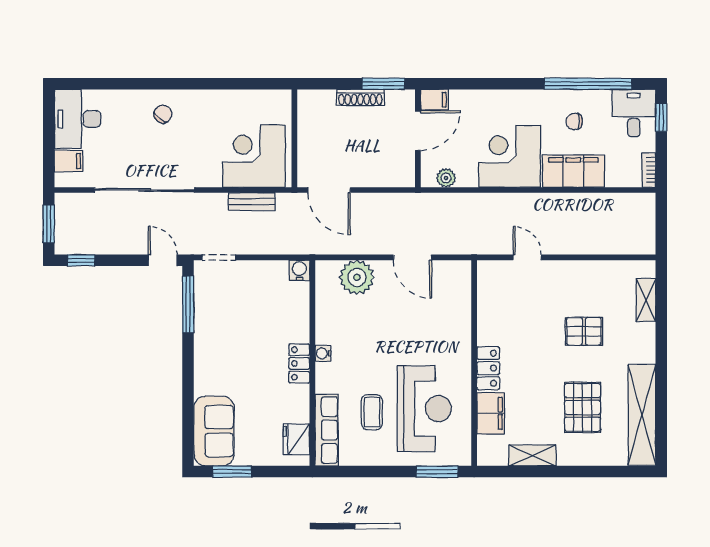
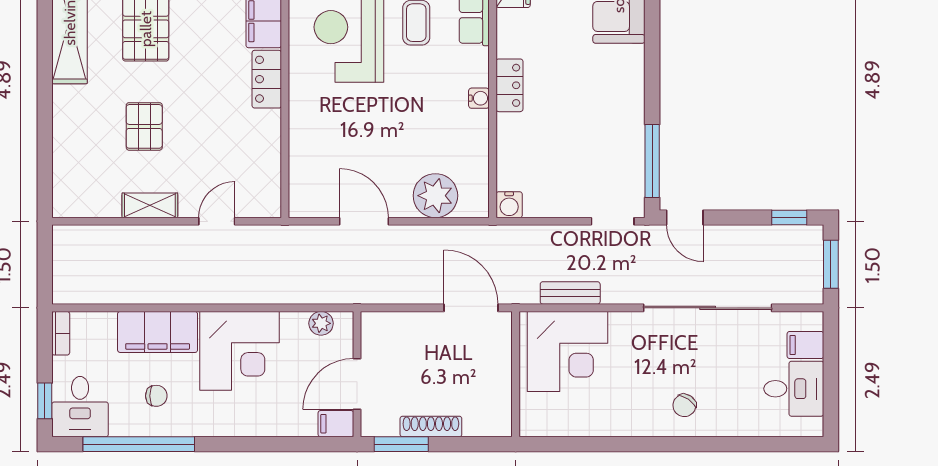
desk: (78, 119) -> (794, 389), width x0.73
door: (527, 257) -> (217, 221), swing flipped
shelving: (646, 300) -> (150, 205), moved, turned 90
pallet: (584, 331) -> (144, 126), turned 90

